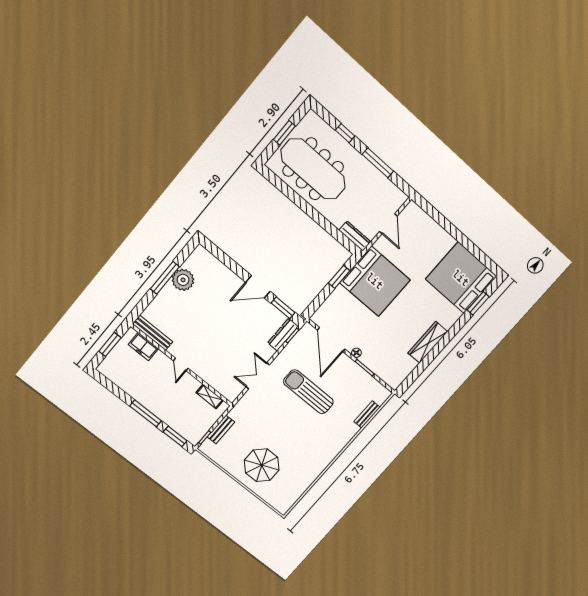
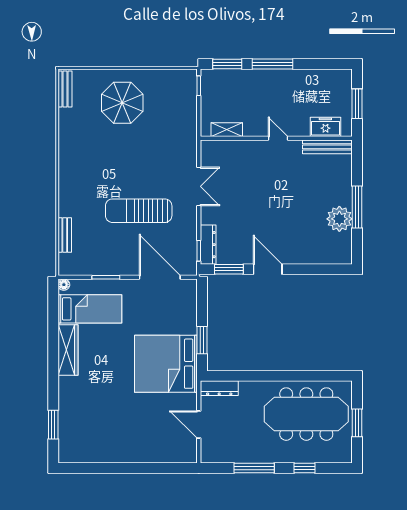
bed: (461, 278) -> (90, 309), moved, width x0.49
door: (258, 287) -> (268, 269), hinge flipped
floor lamp: (356, 353) -> (64, 285), moved
sun lounger: (308, 392) -> (139, 211), turned 180
bench: (221, 429) -> (65, 89), moved

